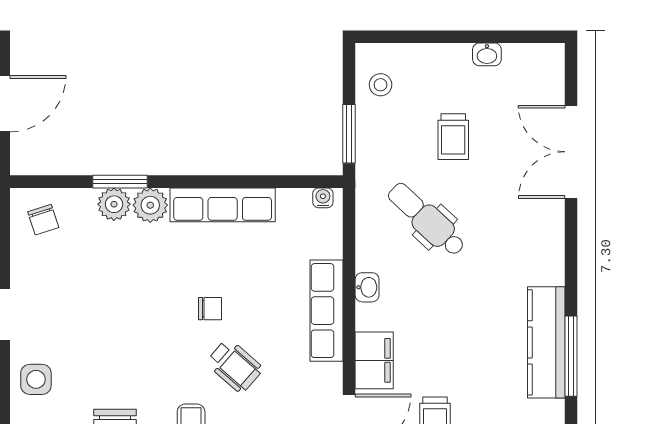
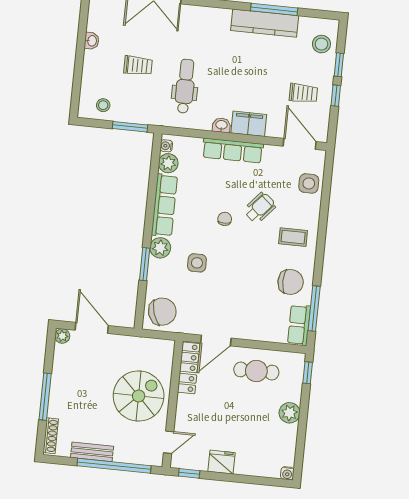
plant: (114, 204) -> (168, 163), moved
dental chair: (427, 219) -> (185, 86), turned 137
chair: (43, 220) -> (162, 312), width x1.87, depth x1.87
filing cabinet: (374, 360) -> (249, 124), moved
side table: (36, 379) -> (197, 263), moved

